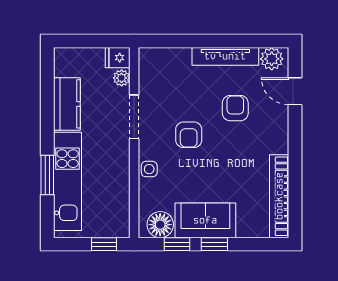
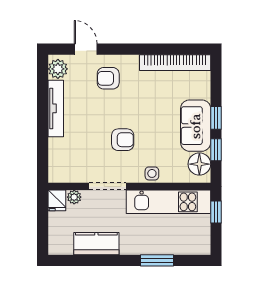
door: (295, 91) -> (86, 49), swing flipped
armchair: (235, 108) -> (108, 78), moved
kitchen unit: (68, 181) -> (169, 202), moved, turned 180

